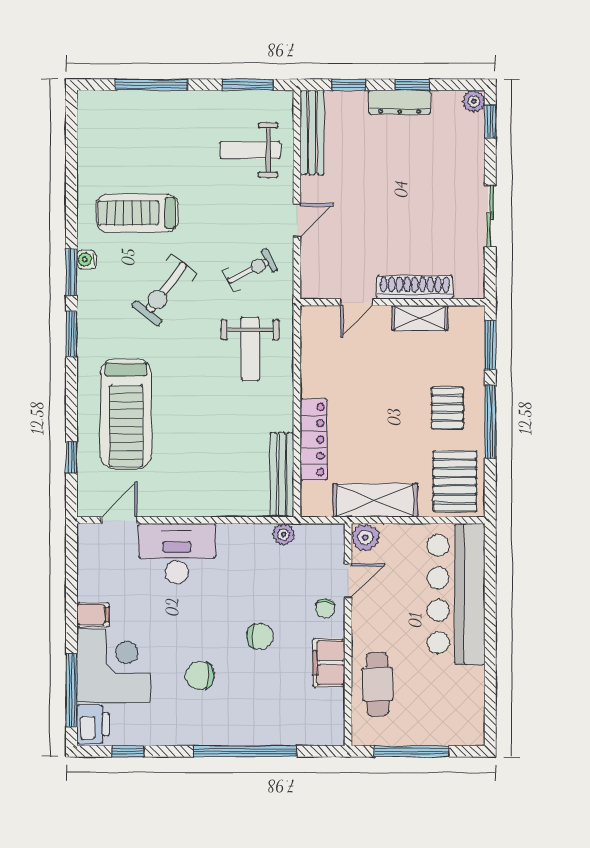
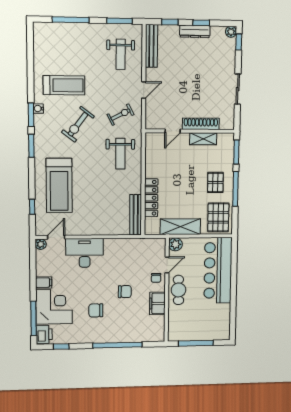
weight bench: (250, 150) -> (121, 54), turned -90
treadmill: (137, 213) -> (64, 85), turned 180
plant: (284, 534) -> (41, 244), moved
cafe table: (377, 684) -> (178, 290), moved

